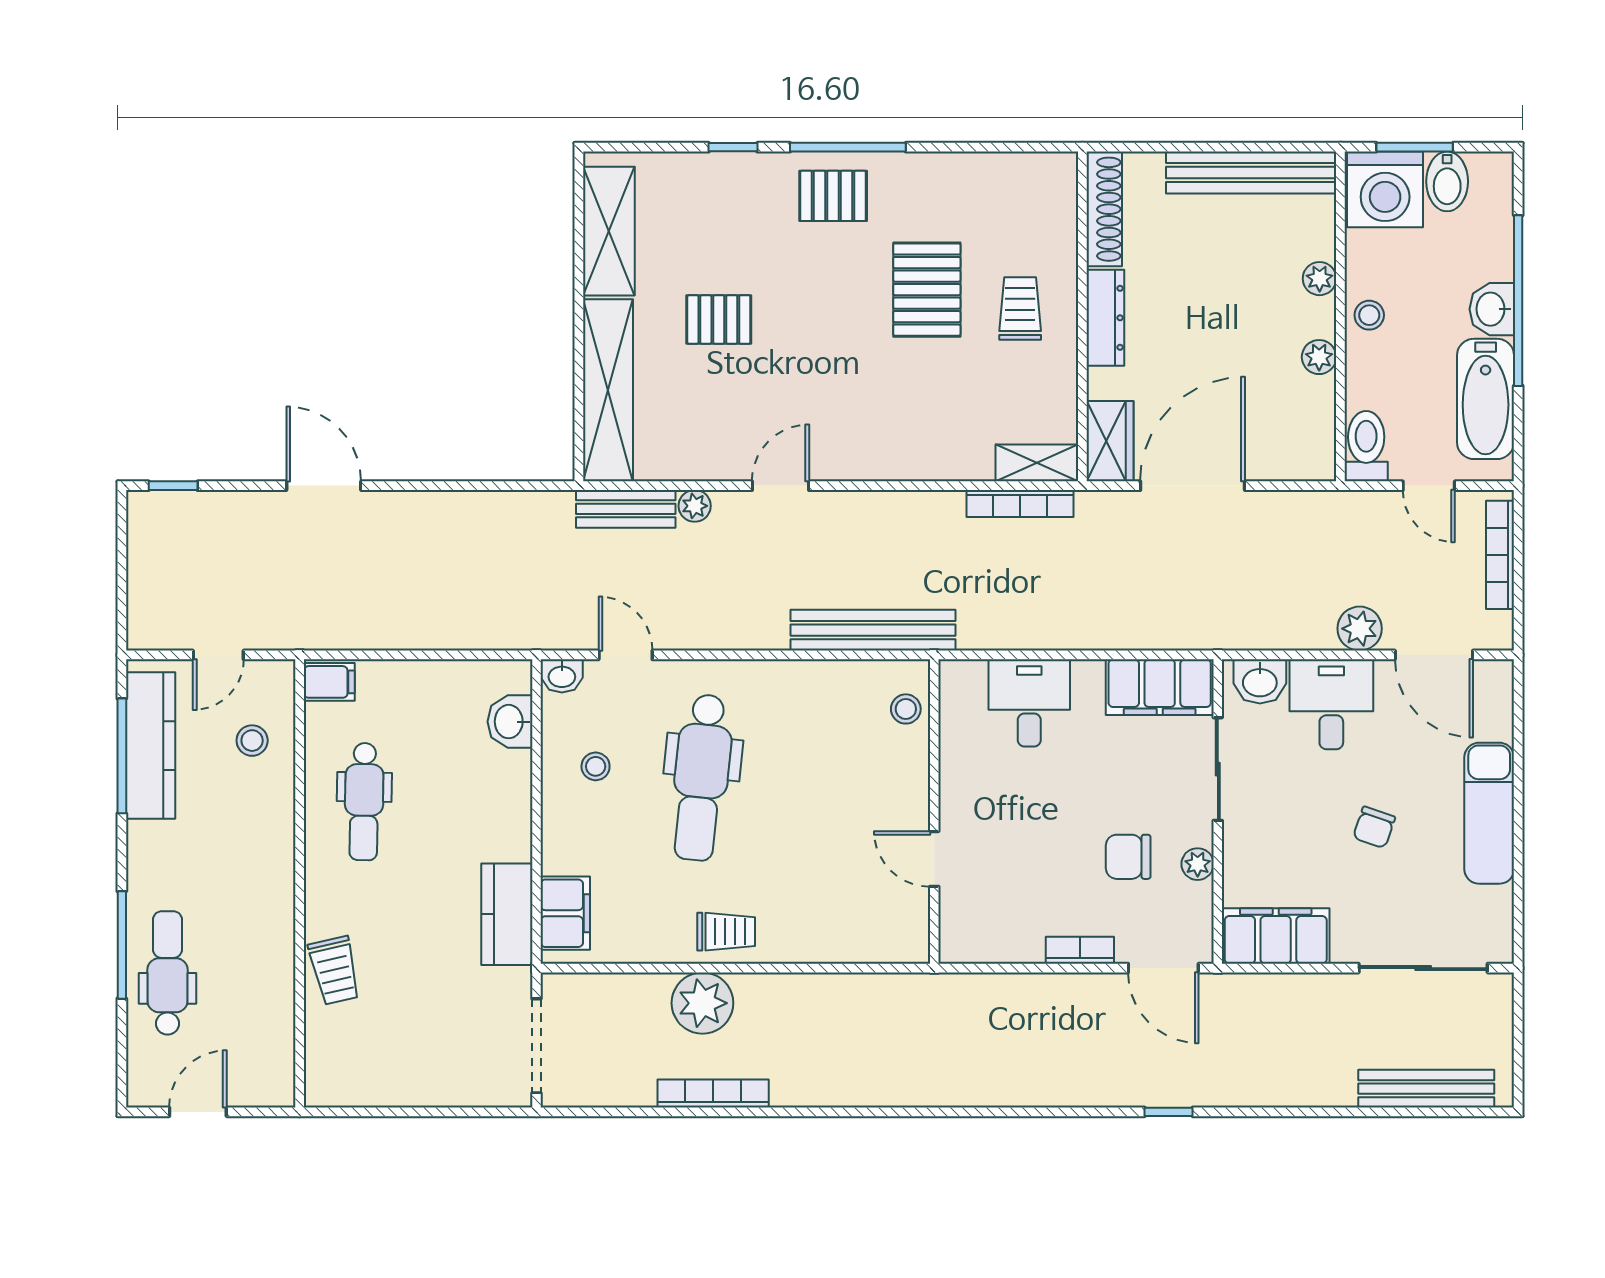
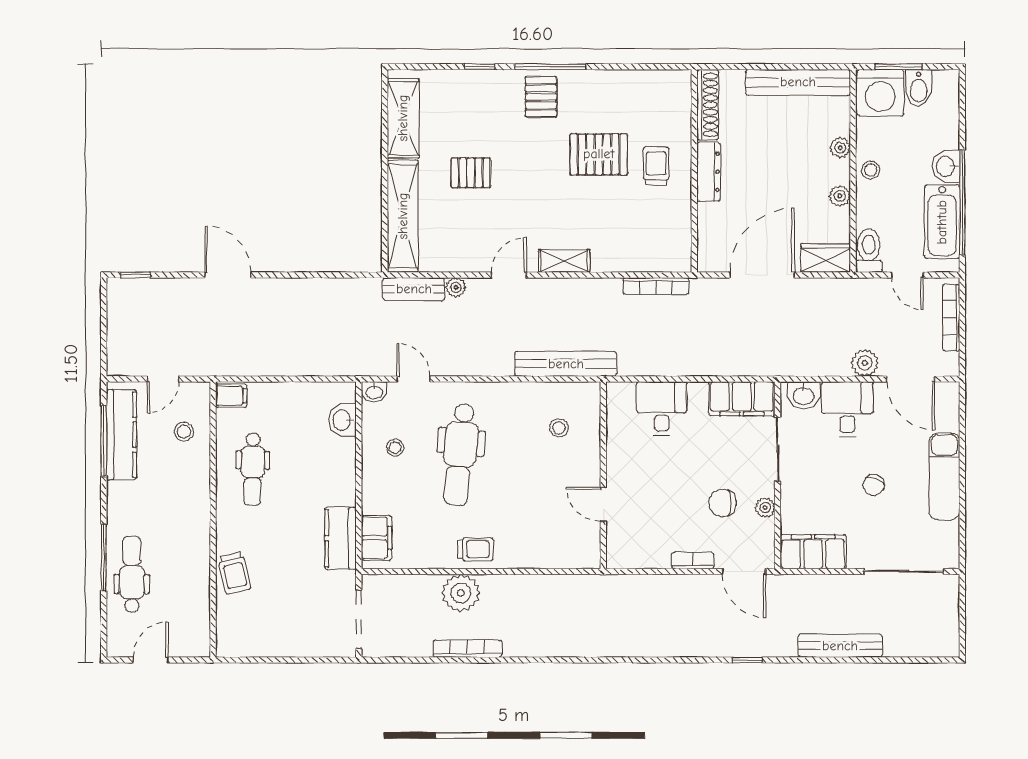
pallet: (833, 196) -> (541, 97), turned 90
pallet: (927, 290) -> (599, 154), turned 90
window: (1518, 301) -> (962, 202), moved
wardrobe: (1110, 441) -> (826, 258), moved, turned -90
shelving: (1037, 463) -> (564, 261), moved
stool: (906, 709) -> (559, 428), moved
bench: (1426, 1089) -> (840, 646), moved

